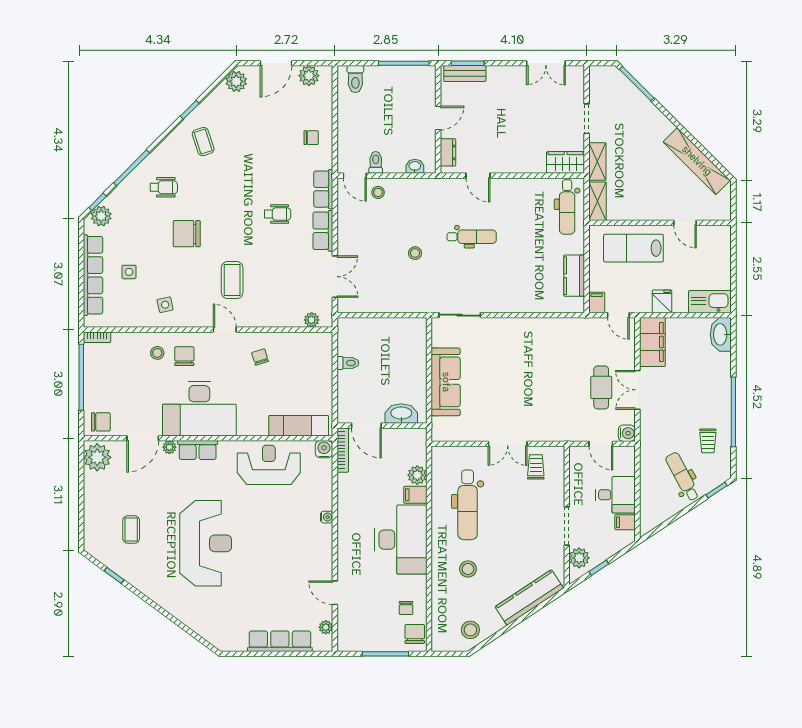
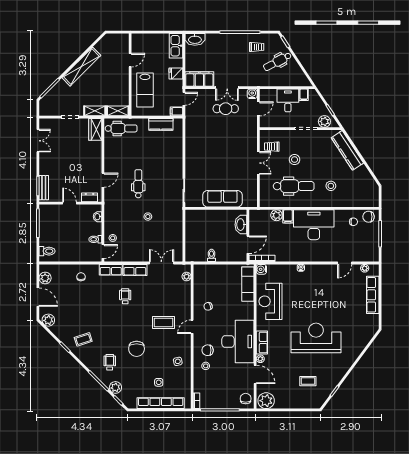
shelving: (697, 161) -> (81, 67), moved
plant: (101, 216) -> (115, 387), moved
stool: (470, 630) -> (295, 160), moved

